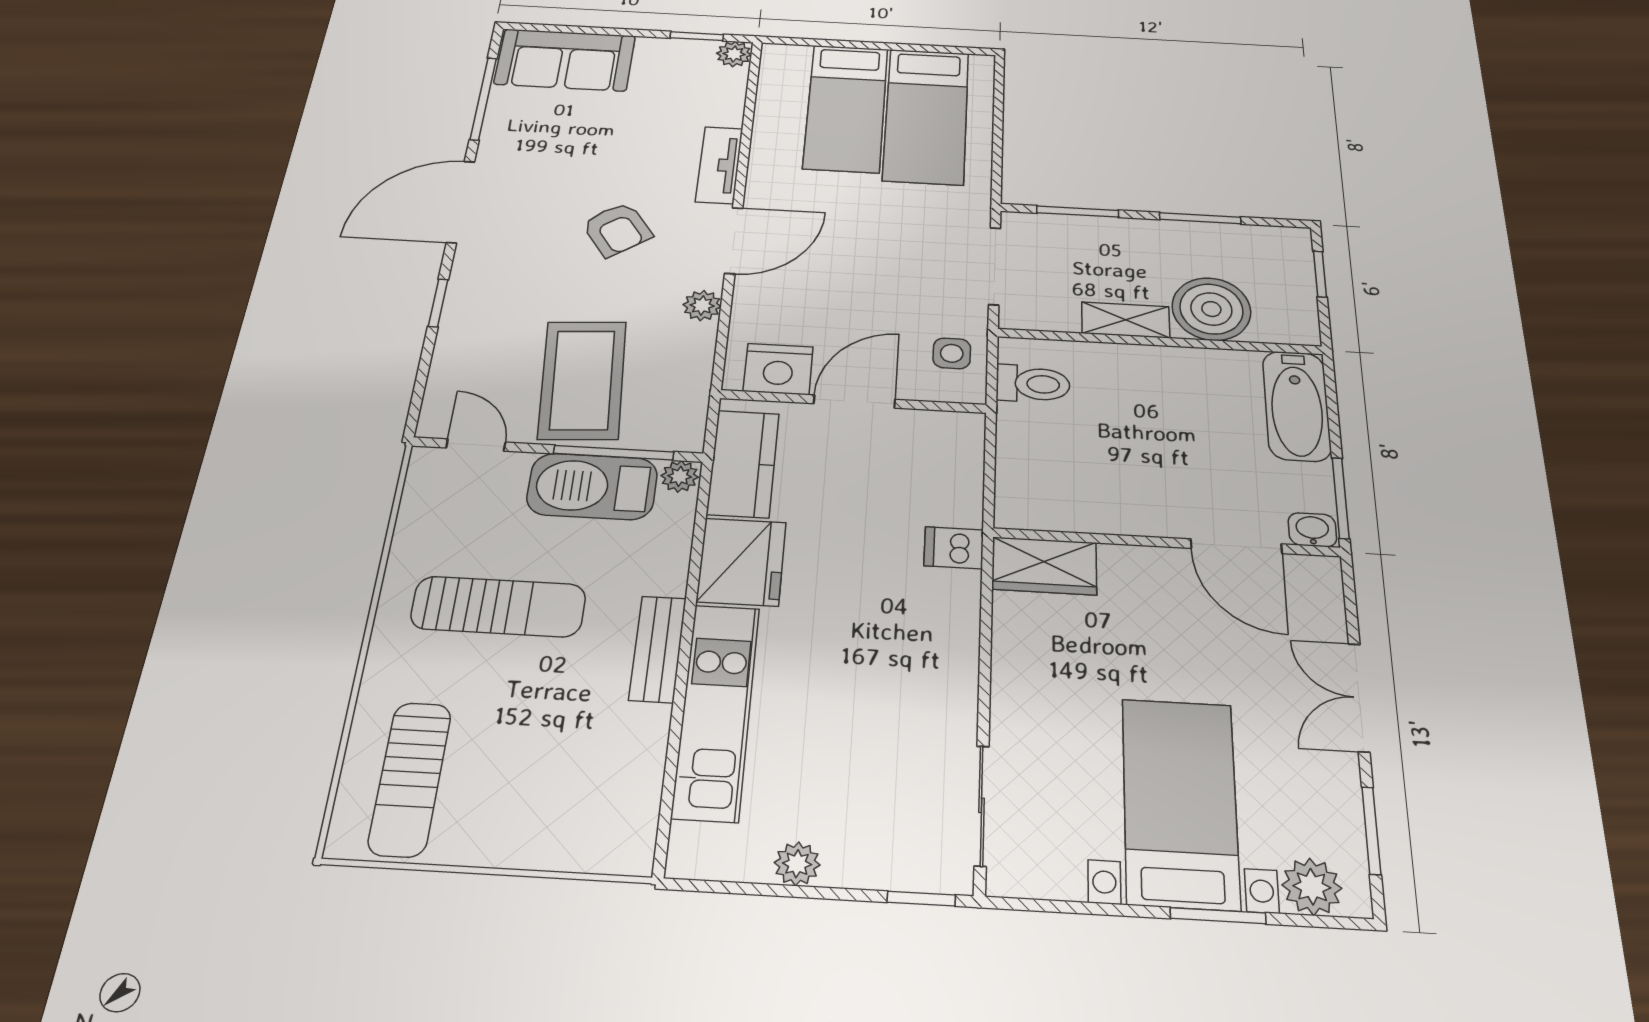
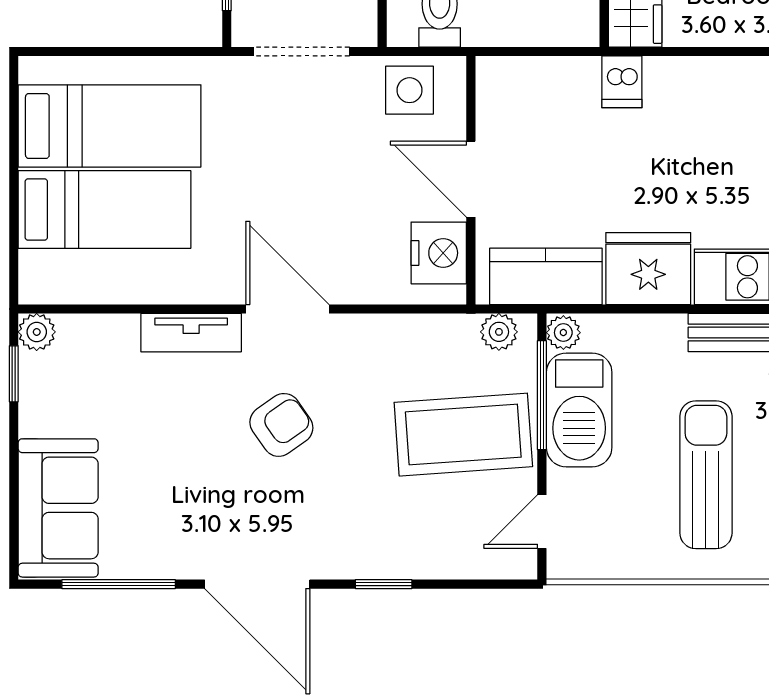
plant: (702, 306) -> (499, 332), moved
side table: (952, 353) -> (410, 90), width x1.37, depth x1.37

